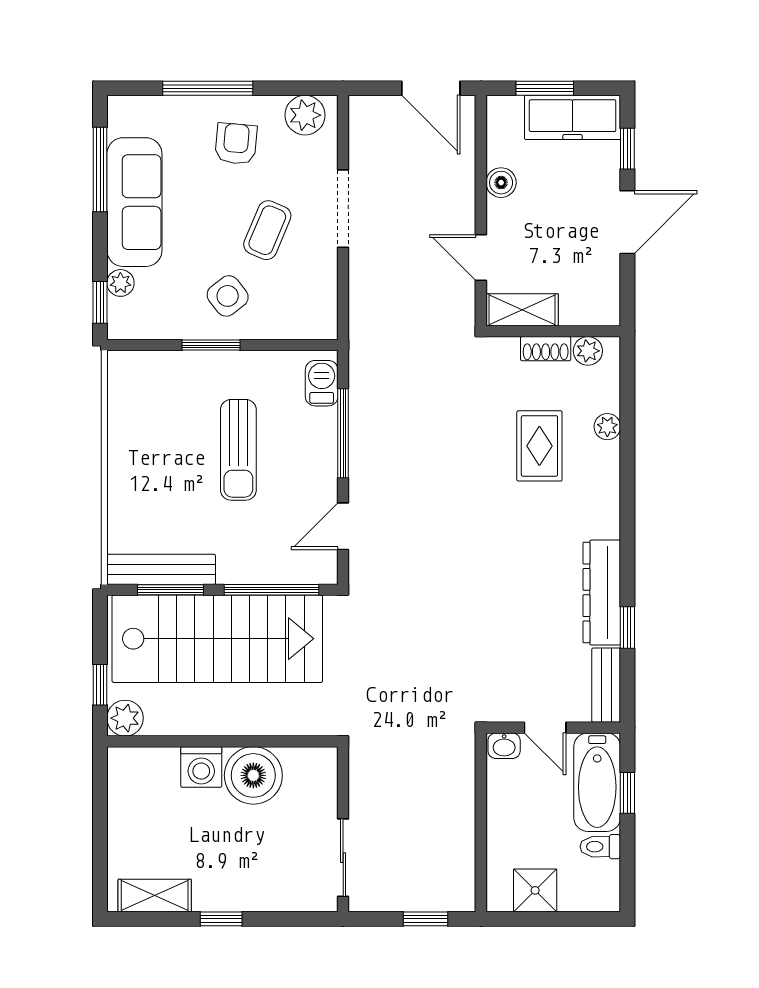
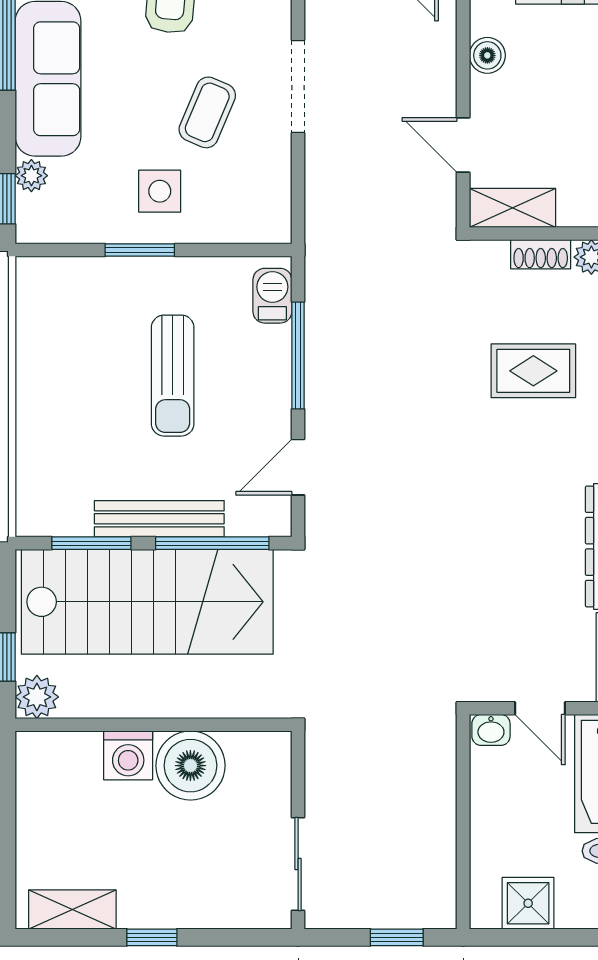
side table: (228, 296) -> (160, 191), turned 38
rug: (539, 446) -> (533, 371), turned 90
bench: (161, 569) -> (159, 519), moved

